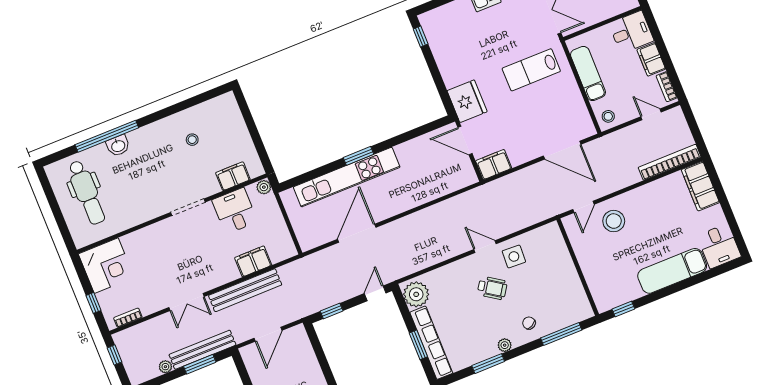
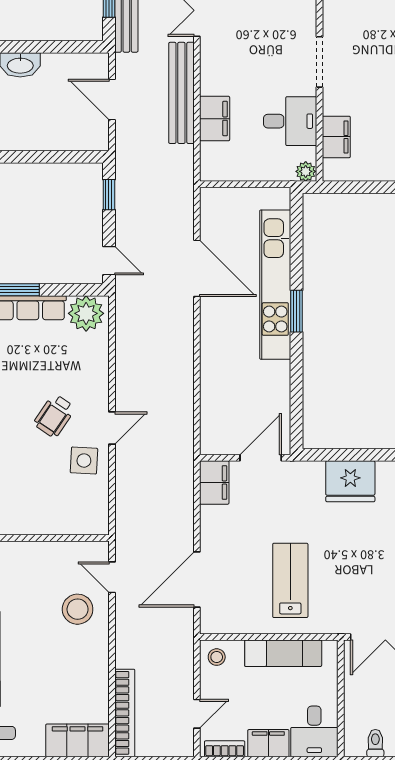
lab bench: (531, 70) -> (290, 580), moved
fridge: (467, 101) -> (350, 481), moved

